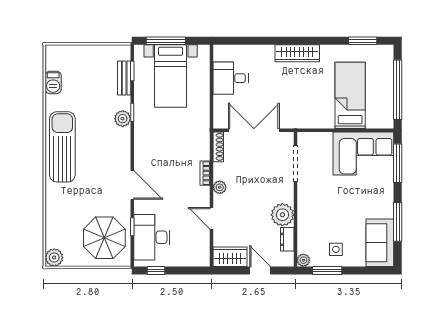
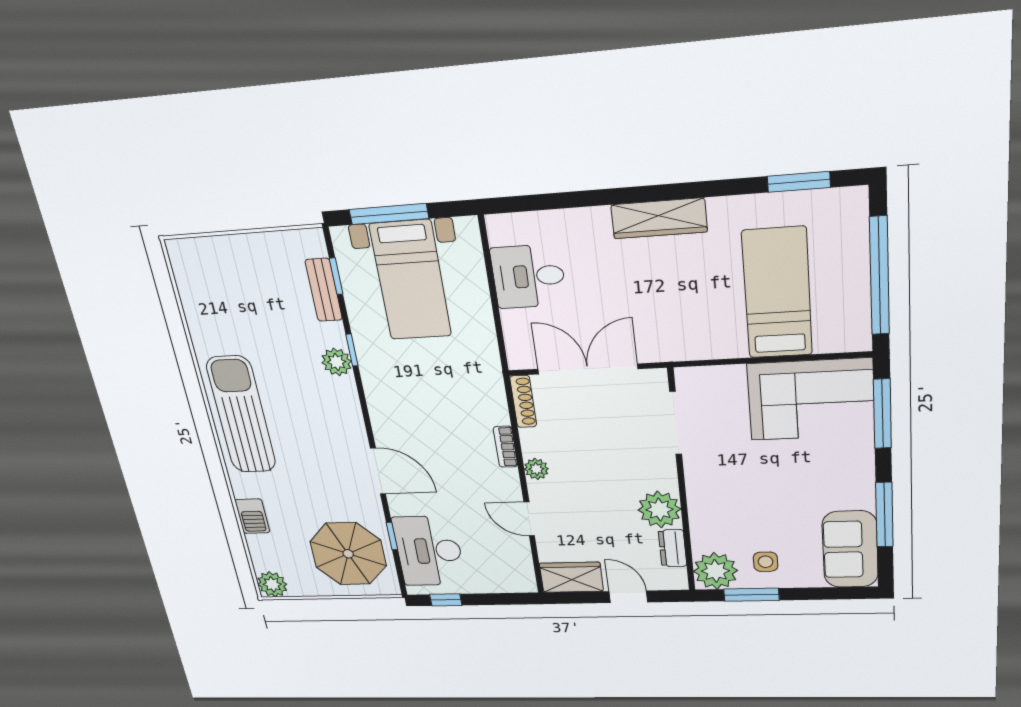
barbecue: (53, 82) -> (252, 516), moved
plant: (303, 260) -> (715, 571), width x1.88, depth x1.88

